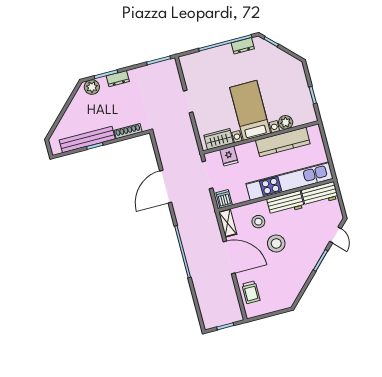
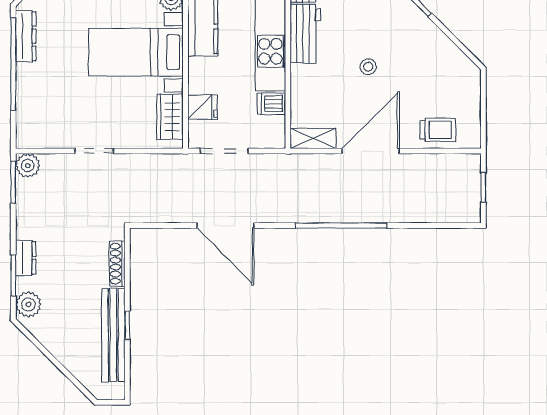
dresser: (243, 46) -> (26, 36), width x1.44
plant: (170, 66) -> (28, 165), added
dishwasher: (224, 199) -> (271, 104), moved
stool: (258, 222) -> (324, 87), removed
stool: (276, 243) -> (368, 67), width x0.53, depth x0.53

